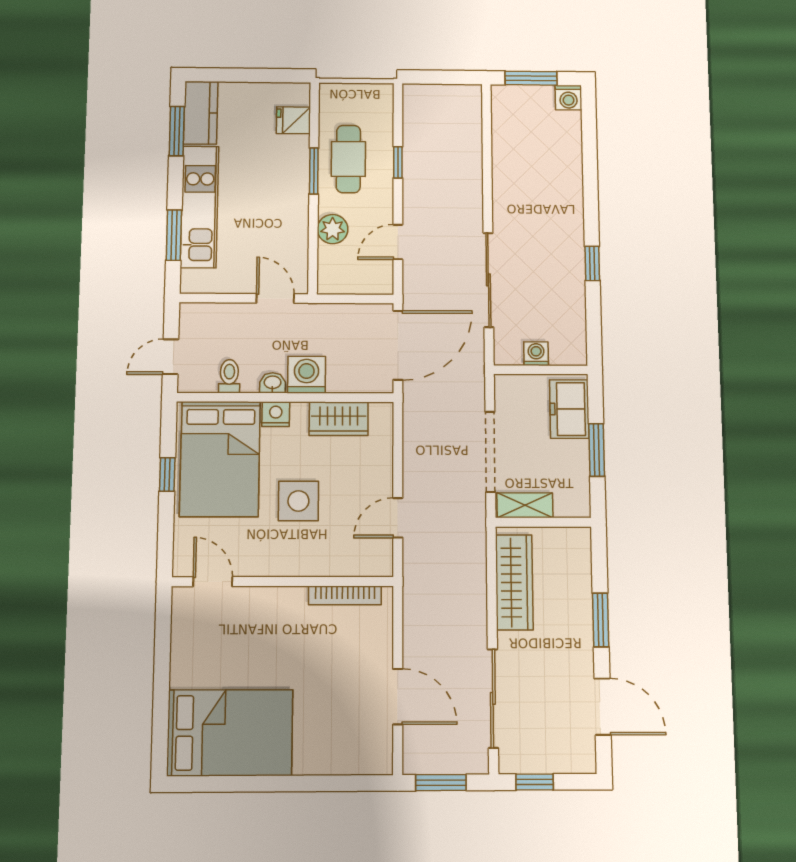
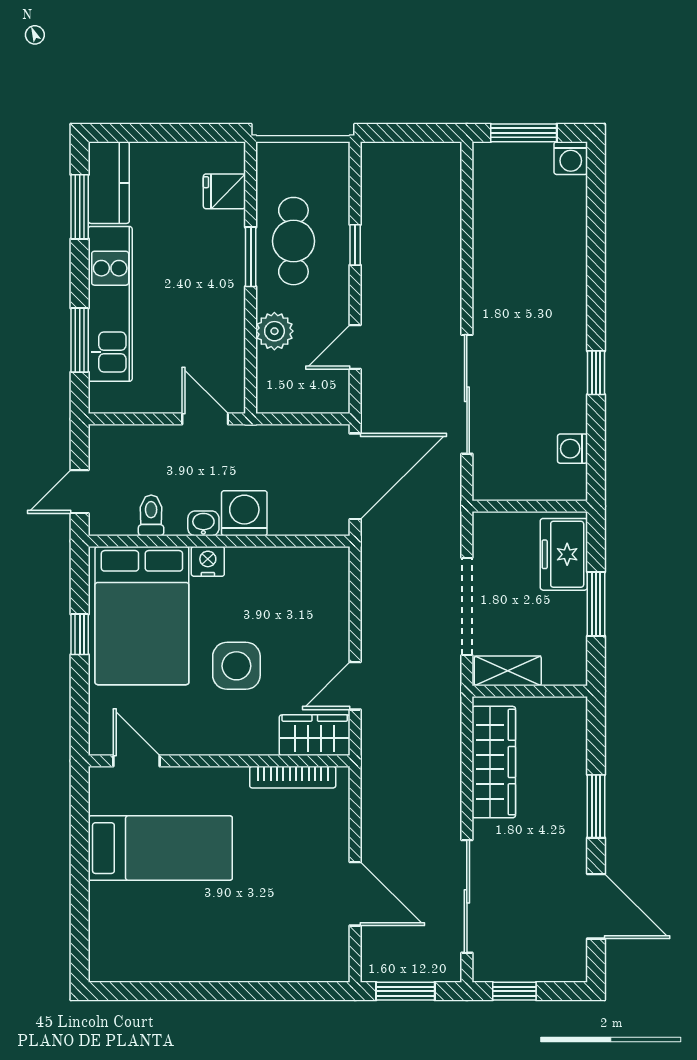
washing machine: (536, 354) -> (572, 449), moved, turned -90
wardrobe: (339, 419) -> (315, 735), moved, turned 180
bed: (230, 733) -> (160, 848), moved, width x0.67

